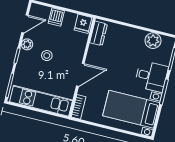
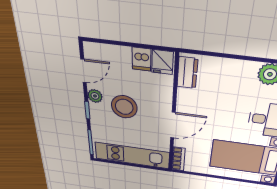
dishwasher: (56, 17) -> (141, 59), moved
stool: (47, 56) -> (124, 107), width x1.89, depth x1.89

